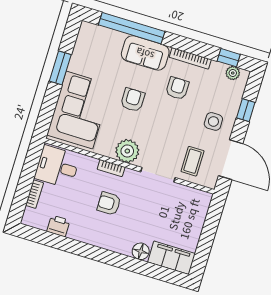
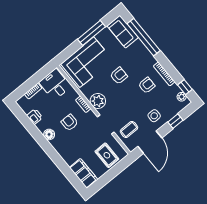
sofa: (145, 53) -> (123, 32), moved
window: (60, 68) -> (92, 33), width x1.44
rug: (186, 214) -> (107, 155), added
floor lamp: (141, 251) -> (49, 134), moved

